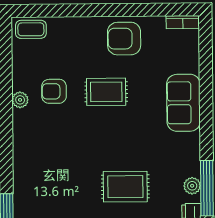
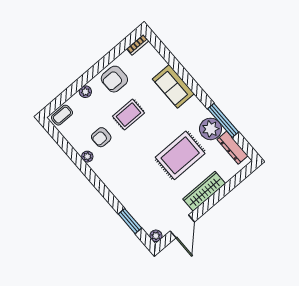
plant: (79, 25) -> (85, 92), added
plant: (192, 186) -> (211, 129), width x1.87, depth x1.87
rug: (125, 187) -> (180, 155), width x1.36, depth x1.43

